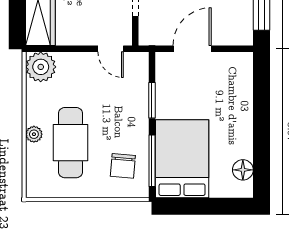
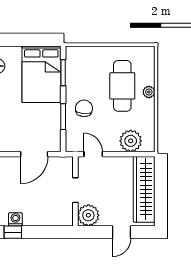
plant: (41, 67) -> (131, 141), moved
window: (152, 161) -> (63, 73), width x0.69
chair: (123, 166) -> (84, 108), moved

